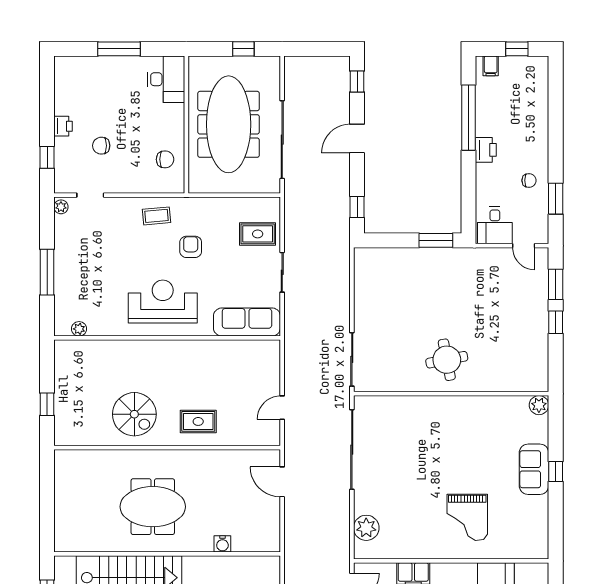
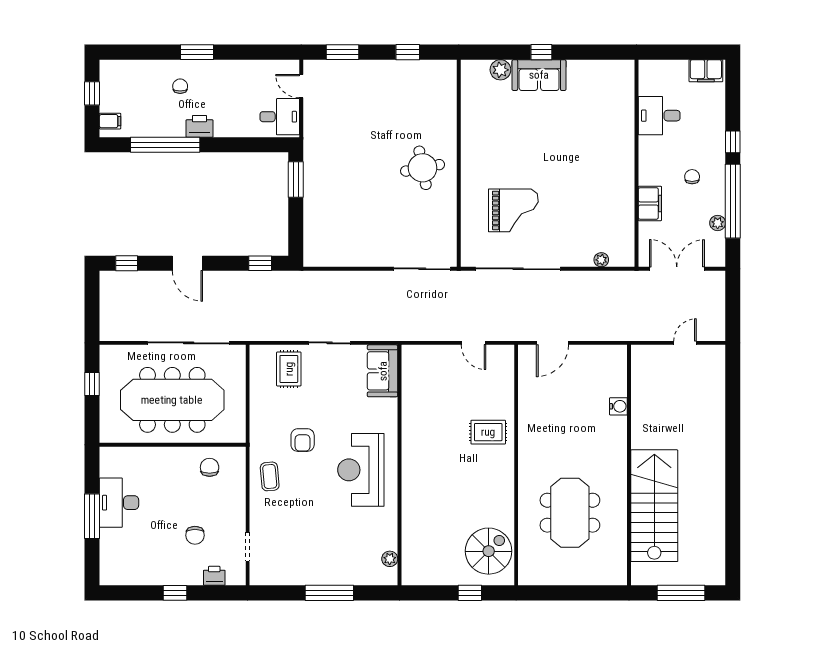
desk: (166, 79) -> (119, 503), moved, turned -90
printer: (63, 126) -> (214, 576), moved
window: (47, 157) -> (175, 593), moved
chair: (529, 180) -> (180, 86), moved
window: (556, 199) -> (197, 52), moved
plant: (61, 207) -> (260, 578), removed
door: (524, 246) -> (301, 86), swing flipped
armchair: (191, 247) -> (303, 440), turned -90
sofa: (247, 322) -> (383, 371), width x0.73
window: (556, 322) -> (408, 52), moved
plant: (539, 405) -> (500, 70), moved
spiral stairs: (134, 414) -> (489, 551), moved
rug: (198, 421) -> (488, 432), turned 90
meeting table: (153, 507) -> (570, 513), moved
grand piano: (467, 517) -> (513, 210), moved
plant: (366, 528) -> (601, 260), width x0.53, depth x0.53

